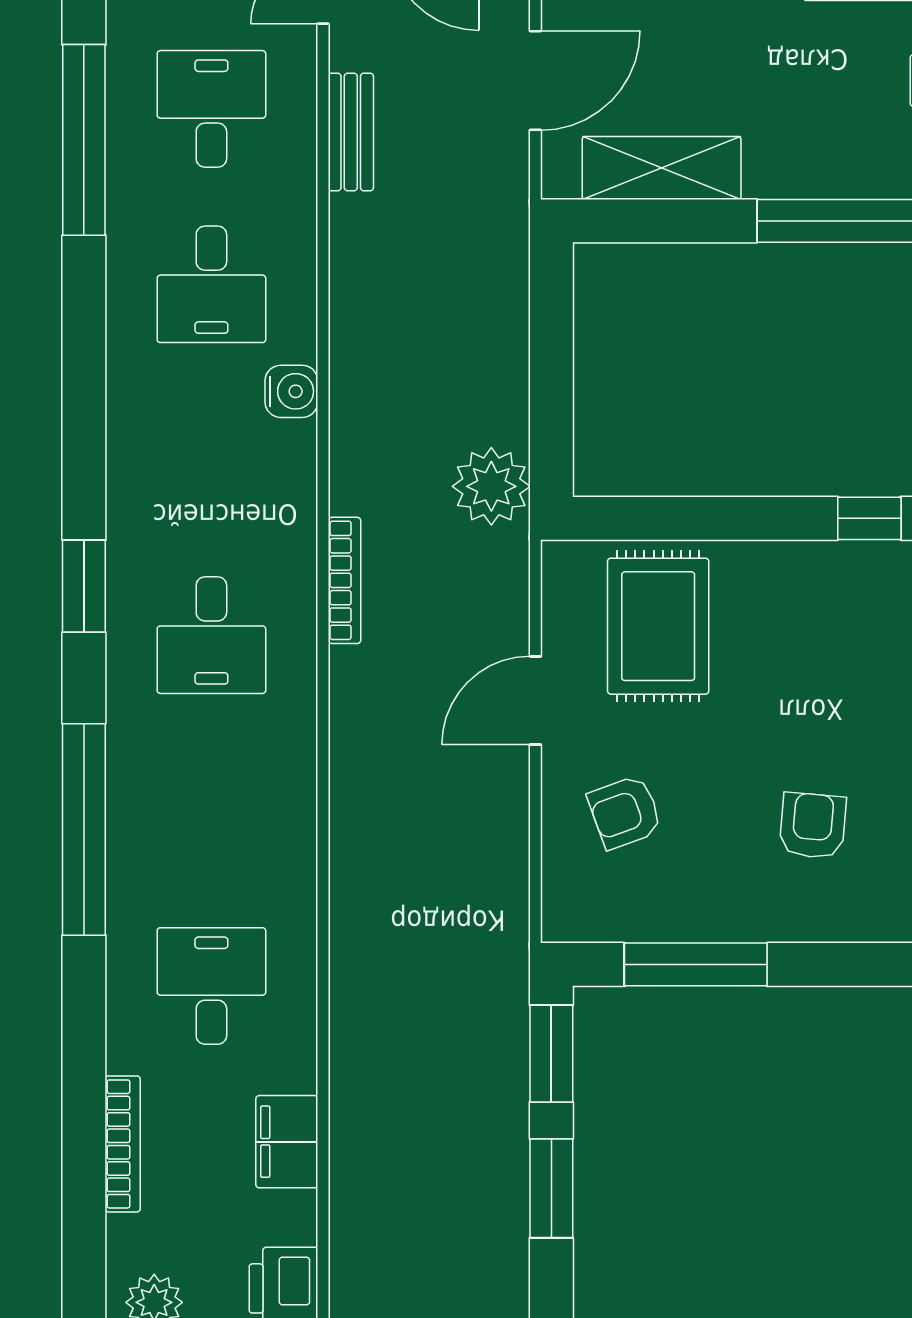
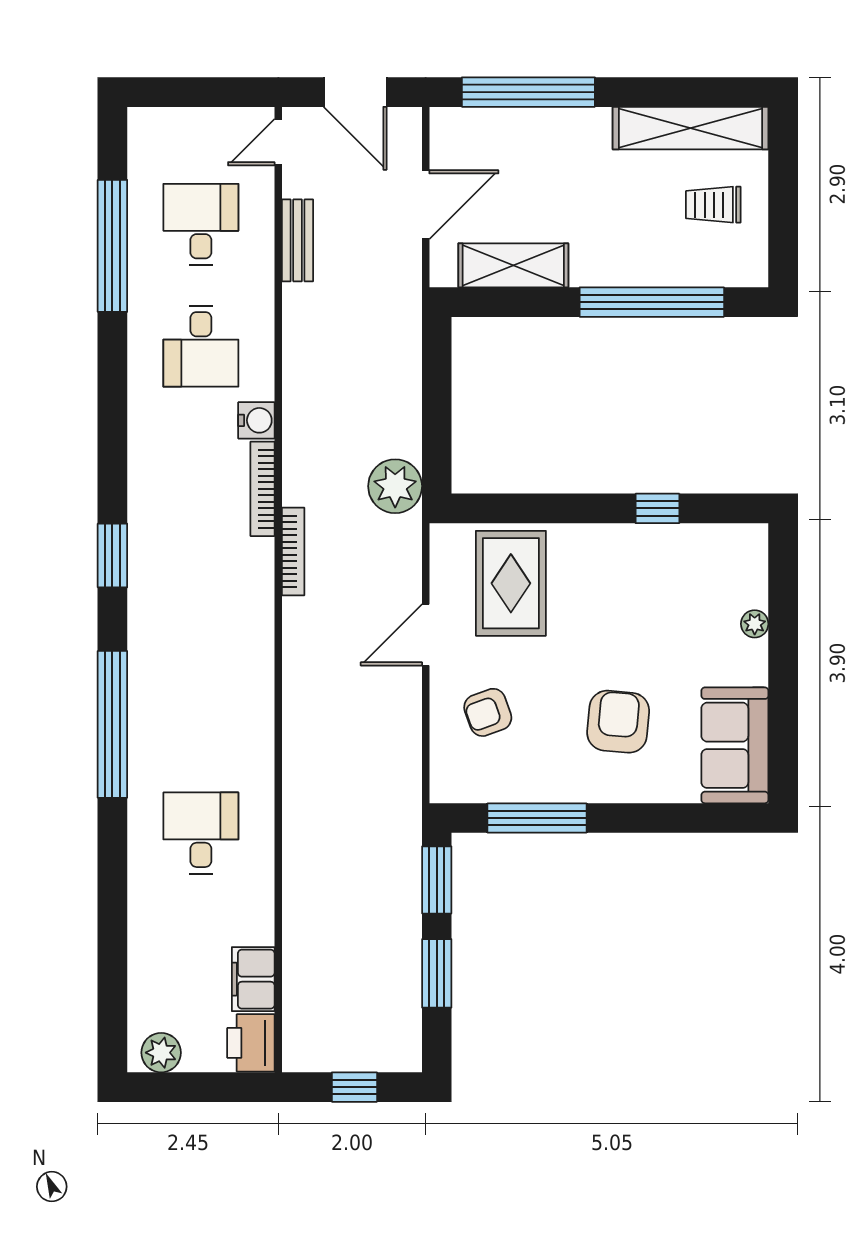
desk: (211, 635) -> (201, 590), removed
armchair: (813, 826) -> (618, 722), width x1.38, depth x1.38
filing cabinet: (287, 1142) -> (253, 979), moved
bookcase: (123, 1144) -> (262, 489), moved, turned 180

